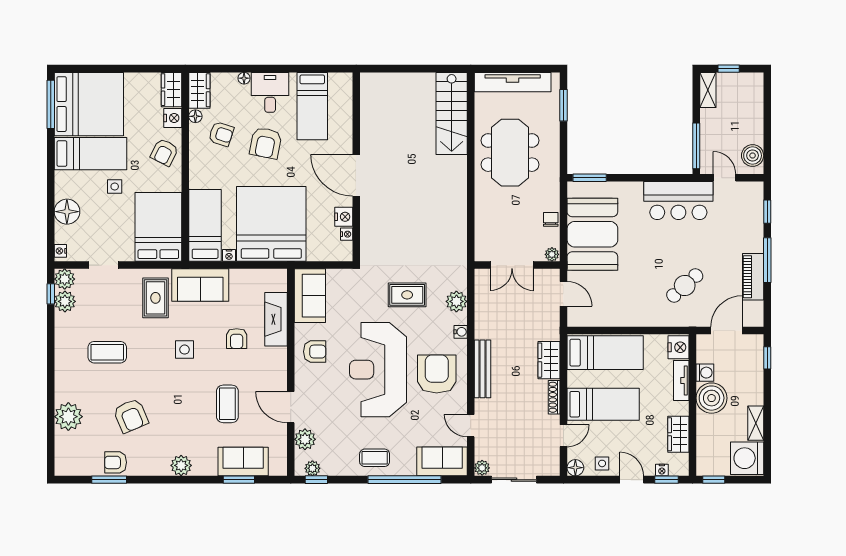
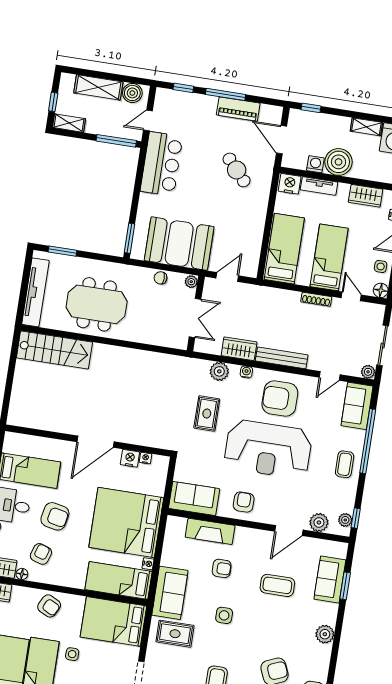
shelving: (753, 117) -> (98, 87), added
nightstand: (173, 118) -> (20, 594), removed
wardrobe: (549, 360) -> (239, 349), moved, turned 180

